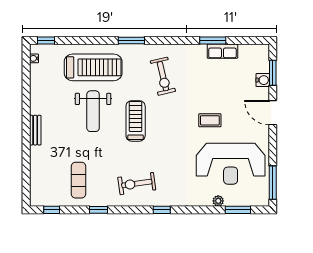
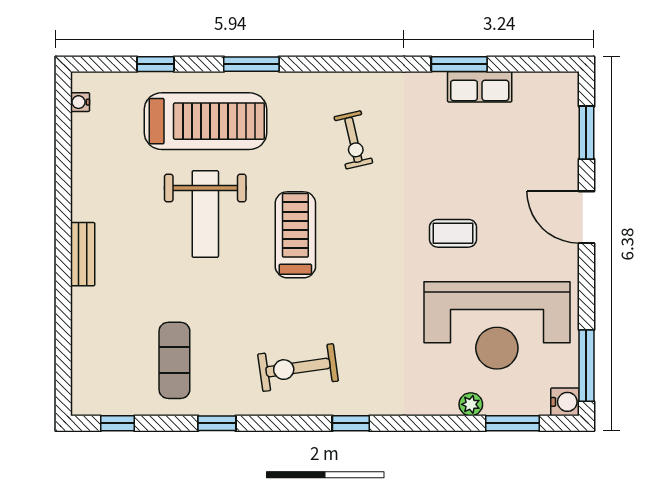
window: (46, 41) -> (155, 64), moved
window: (131, 41) -> (251, 64), moved
exercise bike: (163, 76) -> (353, 140), width x0.73, depth x0.72
water cooler: (263, 80) -> (565, 402), moved

